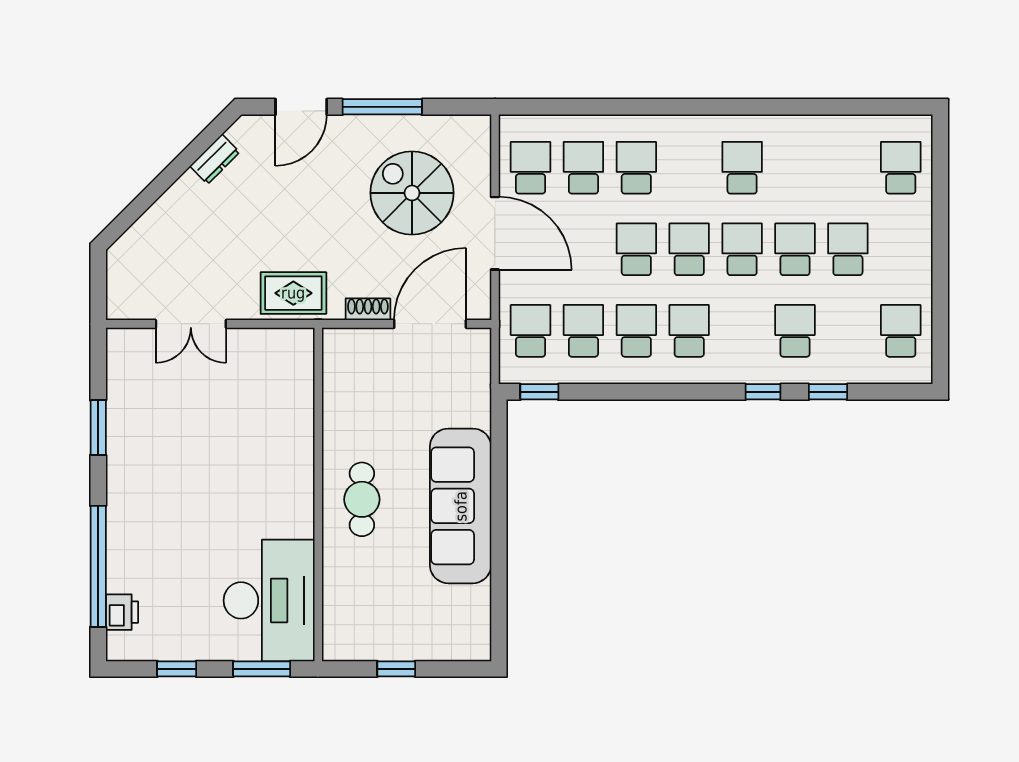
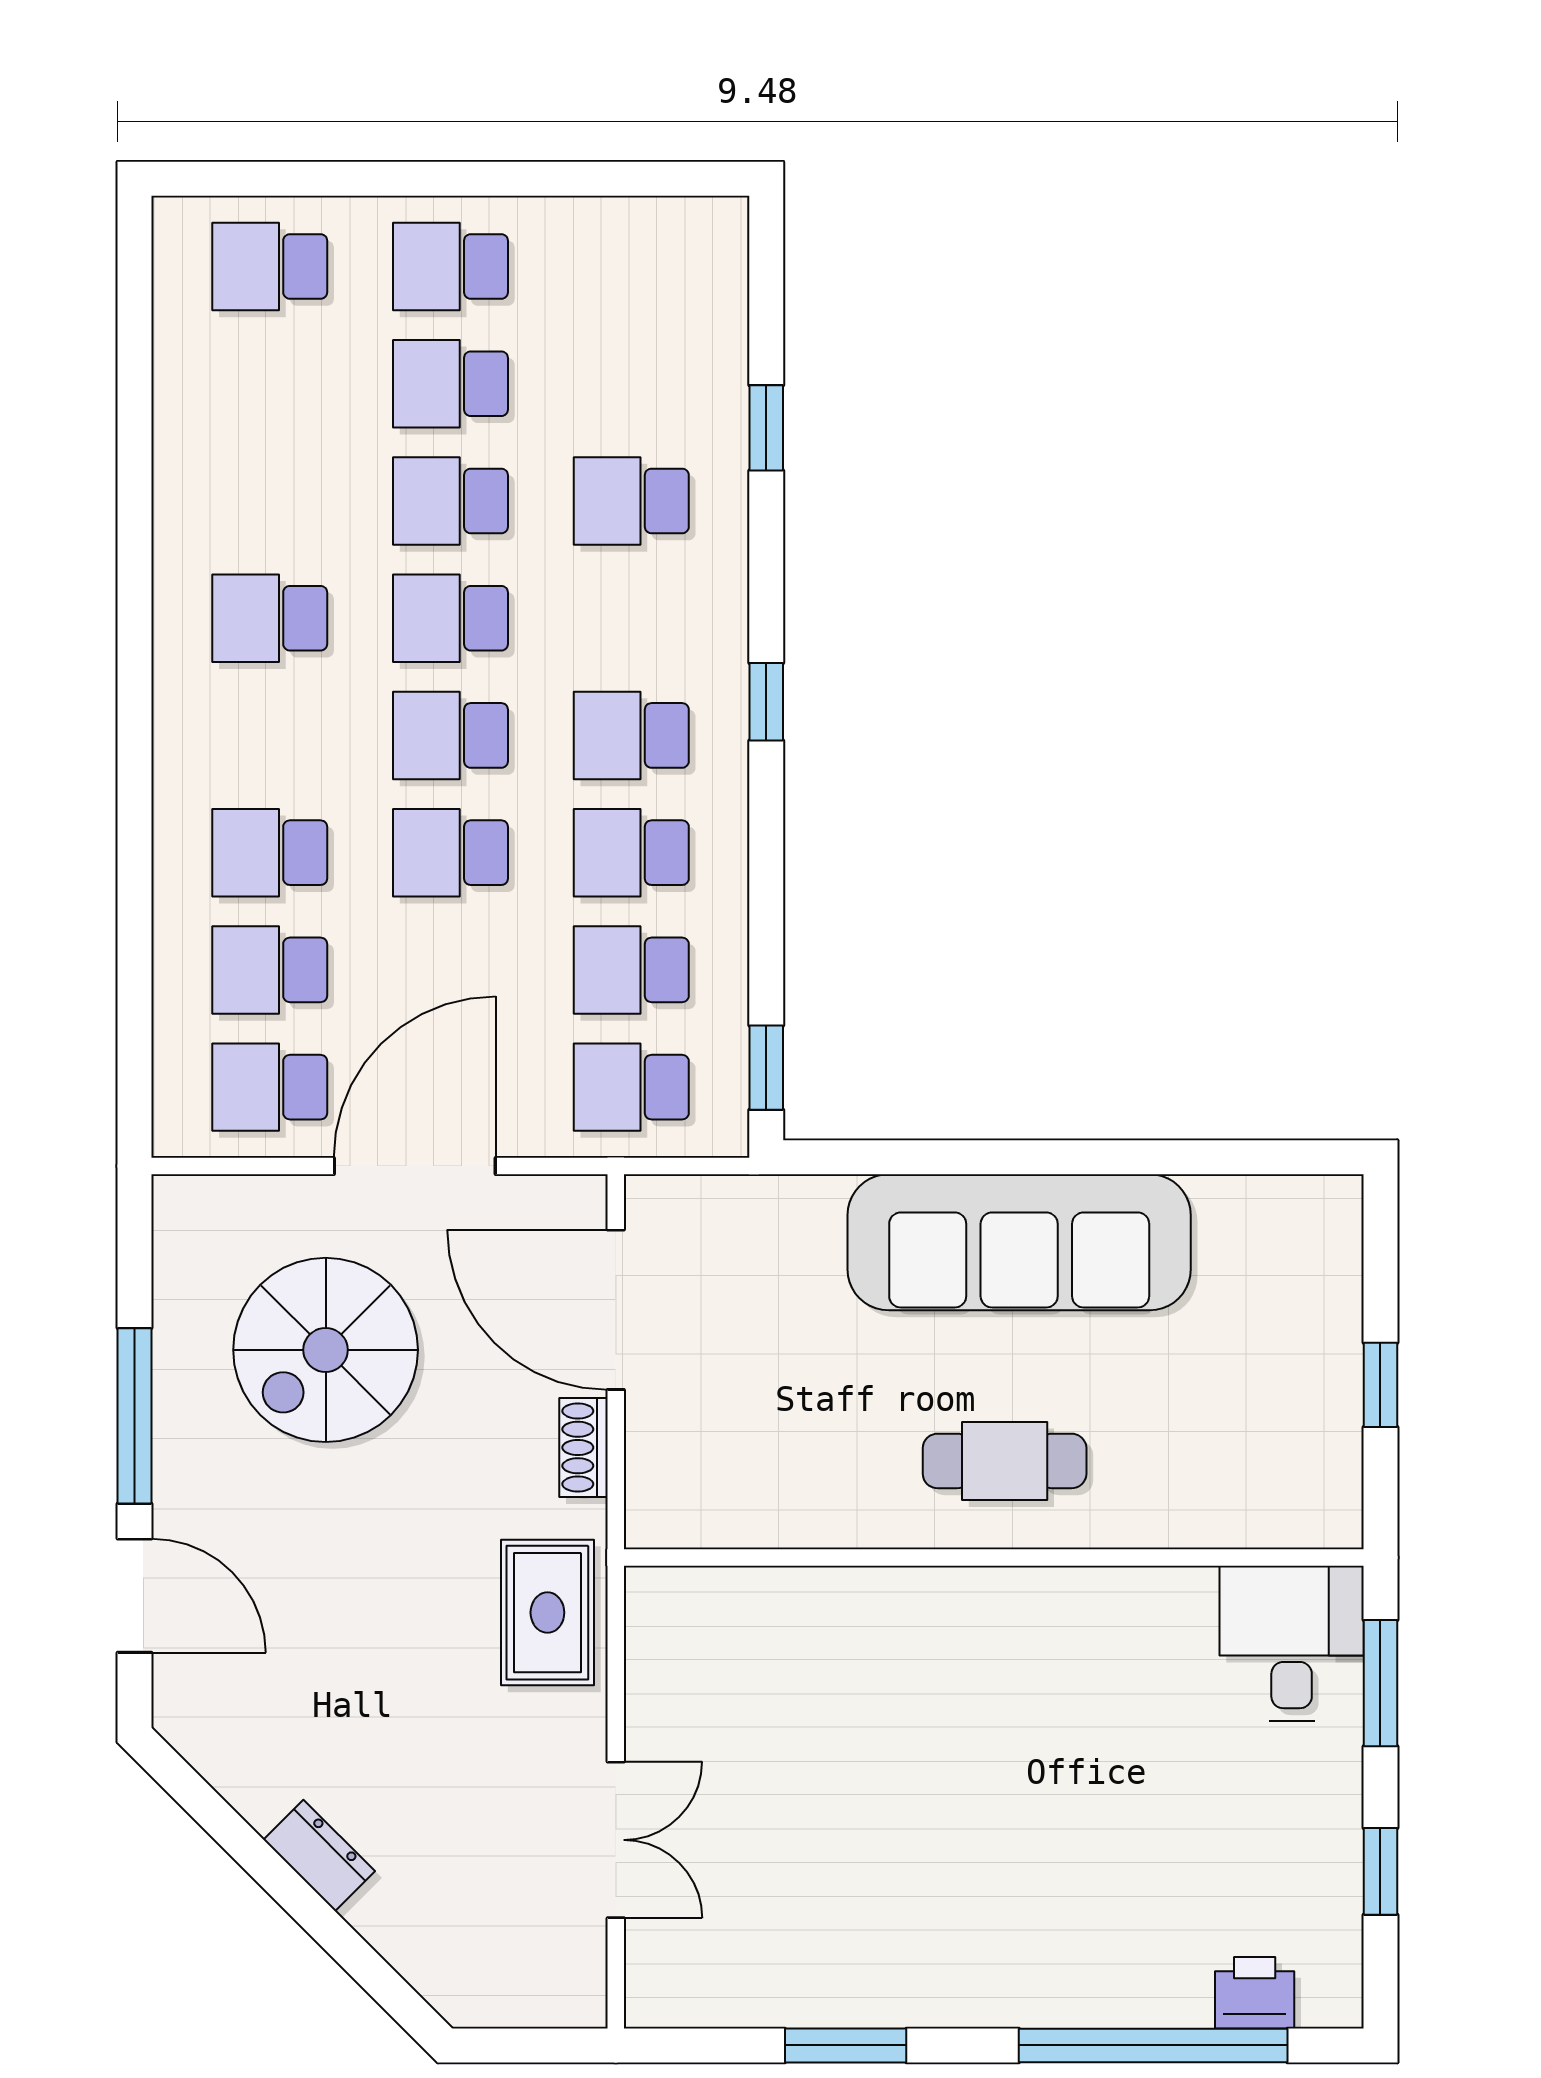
dresser: (215, 159) -> (319, 1855), moved
school desk: (901, 331) -> (450, 266), moved
window: (763, 392) -> (766, 702), moved
desk: (269, 600) -> (1292, 1643), width x0.53, depth x0.77

